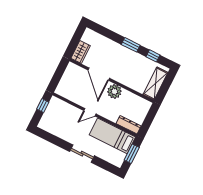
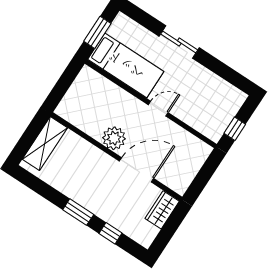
window: (153, 56) -> (111, 233), moved
door: (99, 74) -> (137, 170), hinge flipped
dresser: (129, 125) -> (97, 81), removed

